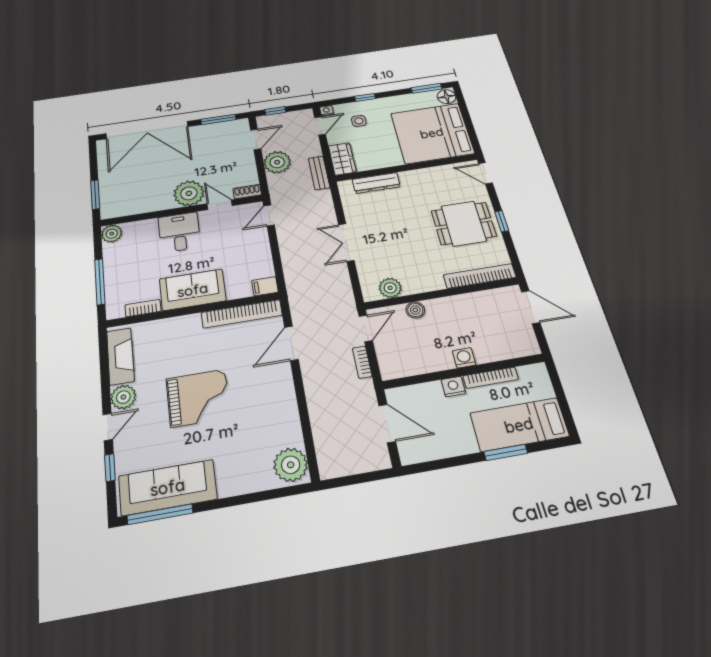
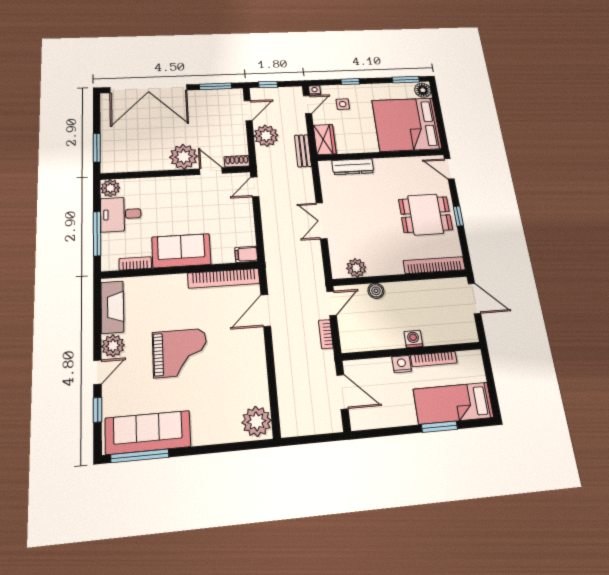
desk: (179, 232) -> (121, 214), moved, turned -90

